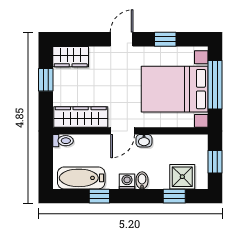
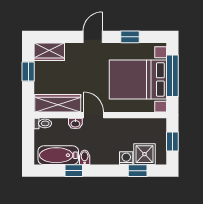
door: (123, 131) -> (94, 115), swing flipped
washbasin: (144, 141) -> (75, 123), moved
bidet: (142, 180) -> (85, 157), moved
washing machine: (127, 181) -> (126, 158), moved

